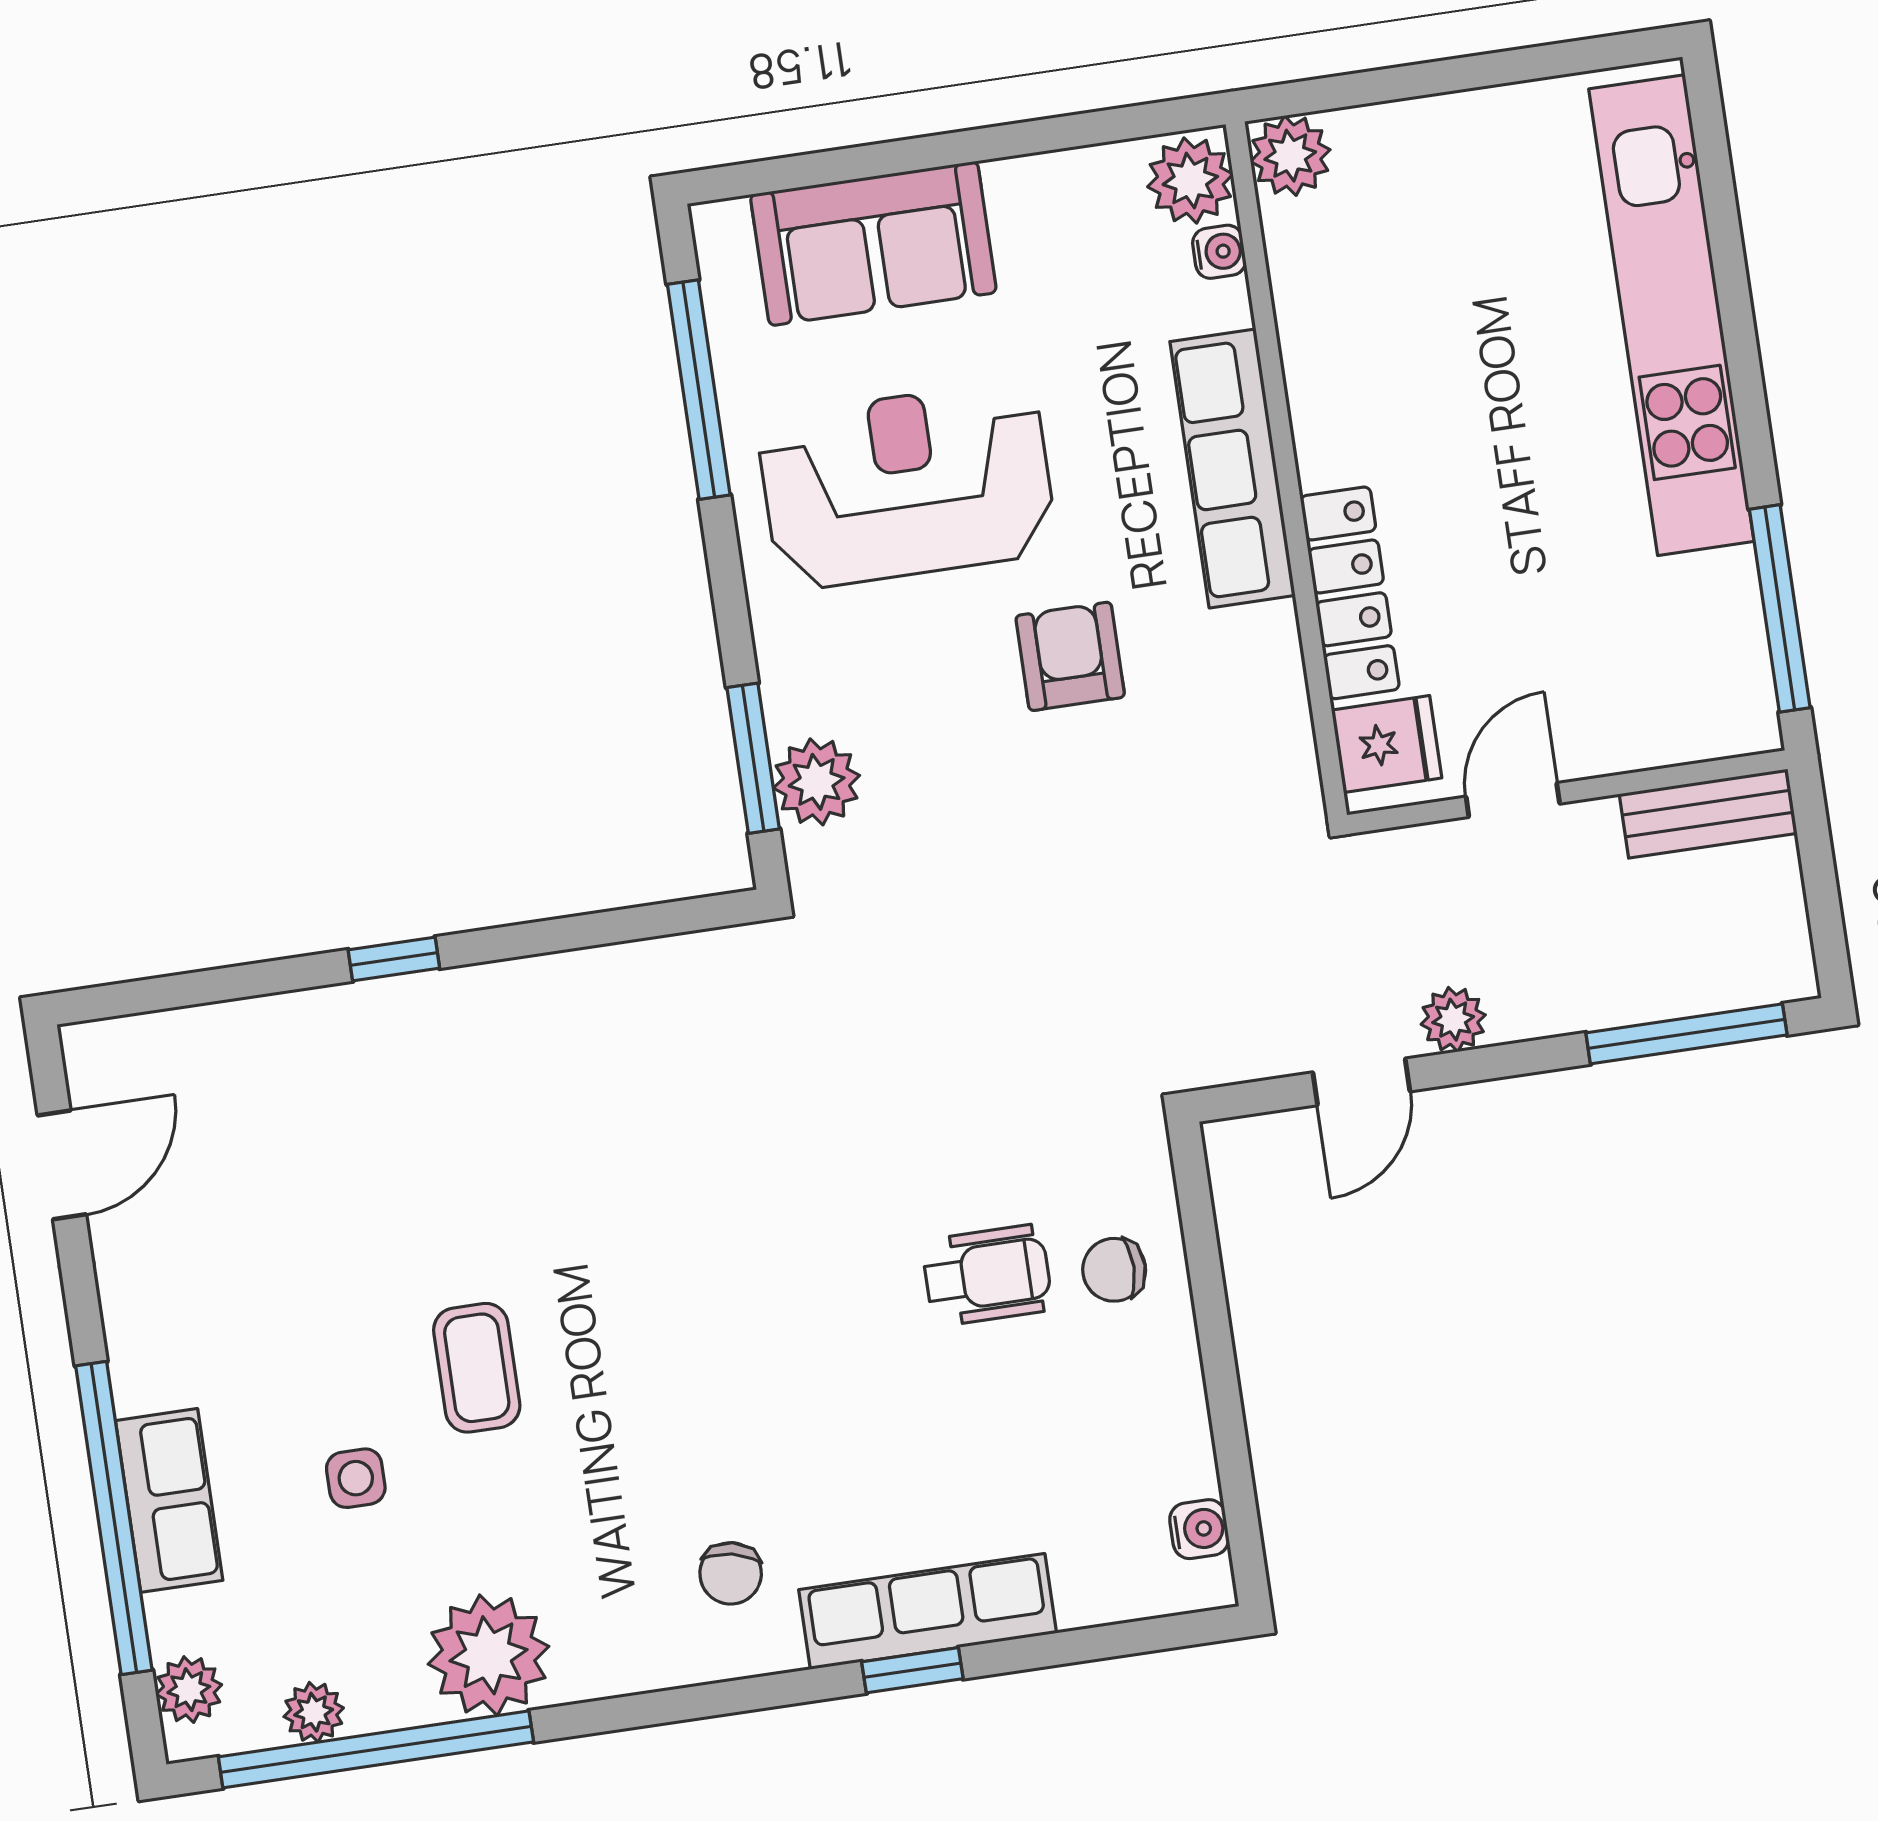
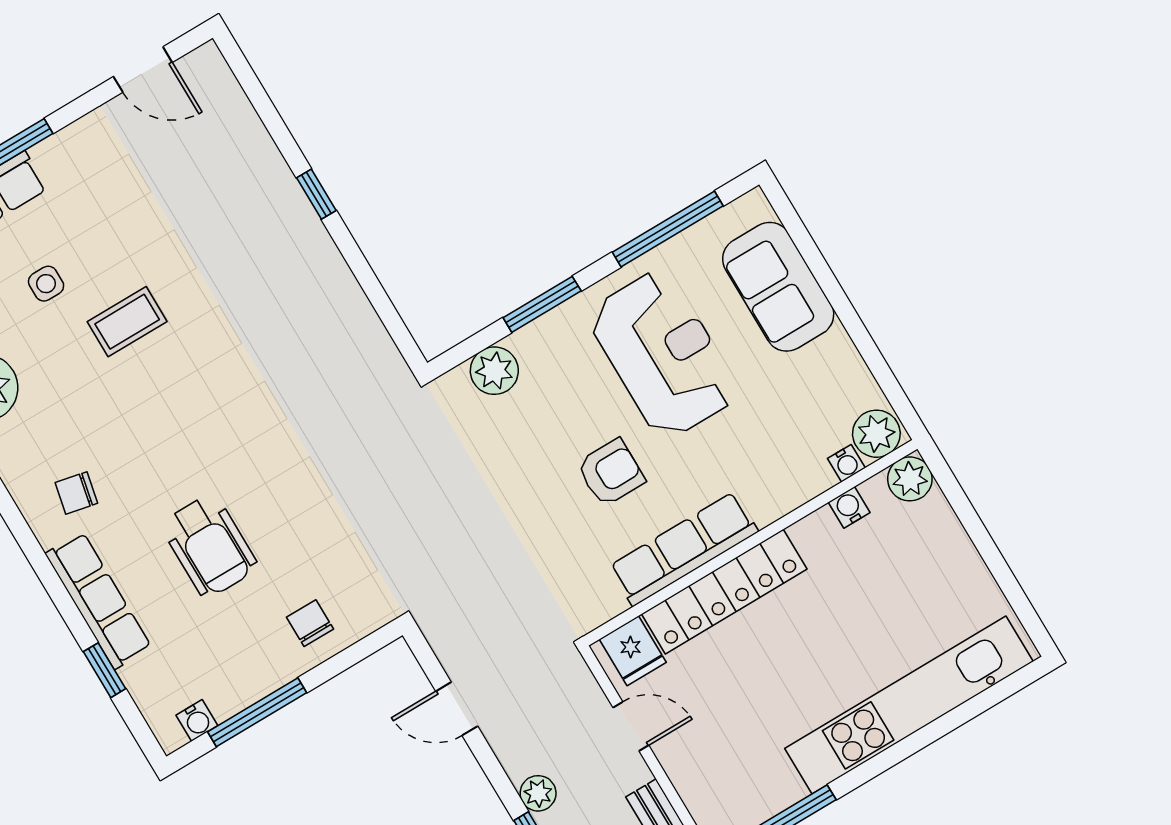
water cooler: (1296, 278) -> (849, 507), added
row of seats: (1233, 468) -> (684, 549), moved
locker: (1350, 593) -> (724, 592), width x1.41, depth x1.21
window: (753, 758) -> (542, 304), moved
plant: (1453, 1020) -> (538, 793), moved
wheelchair: (987, 1275) -> (209, 546), moved, width x1.36, depth x1.37
window: (1228, 1421) -> (257, 712), added
window: (912, 1670) -> (105, 670), moved

